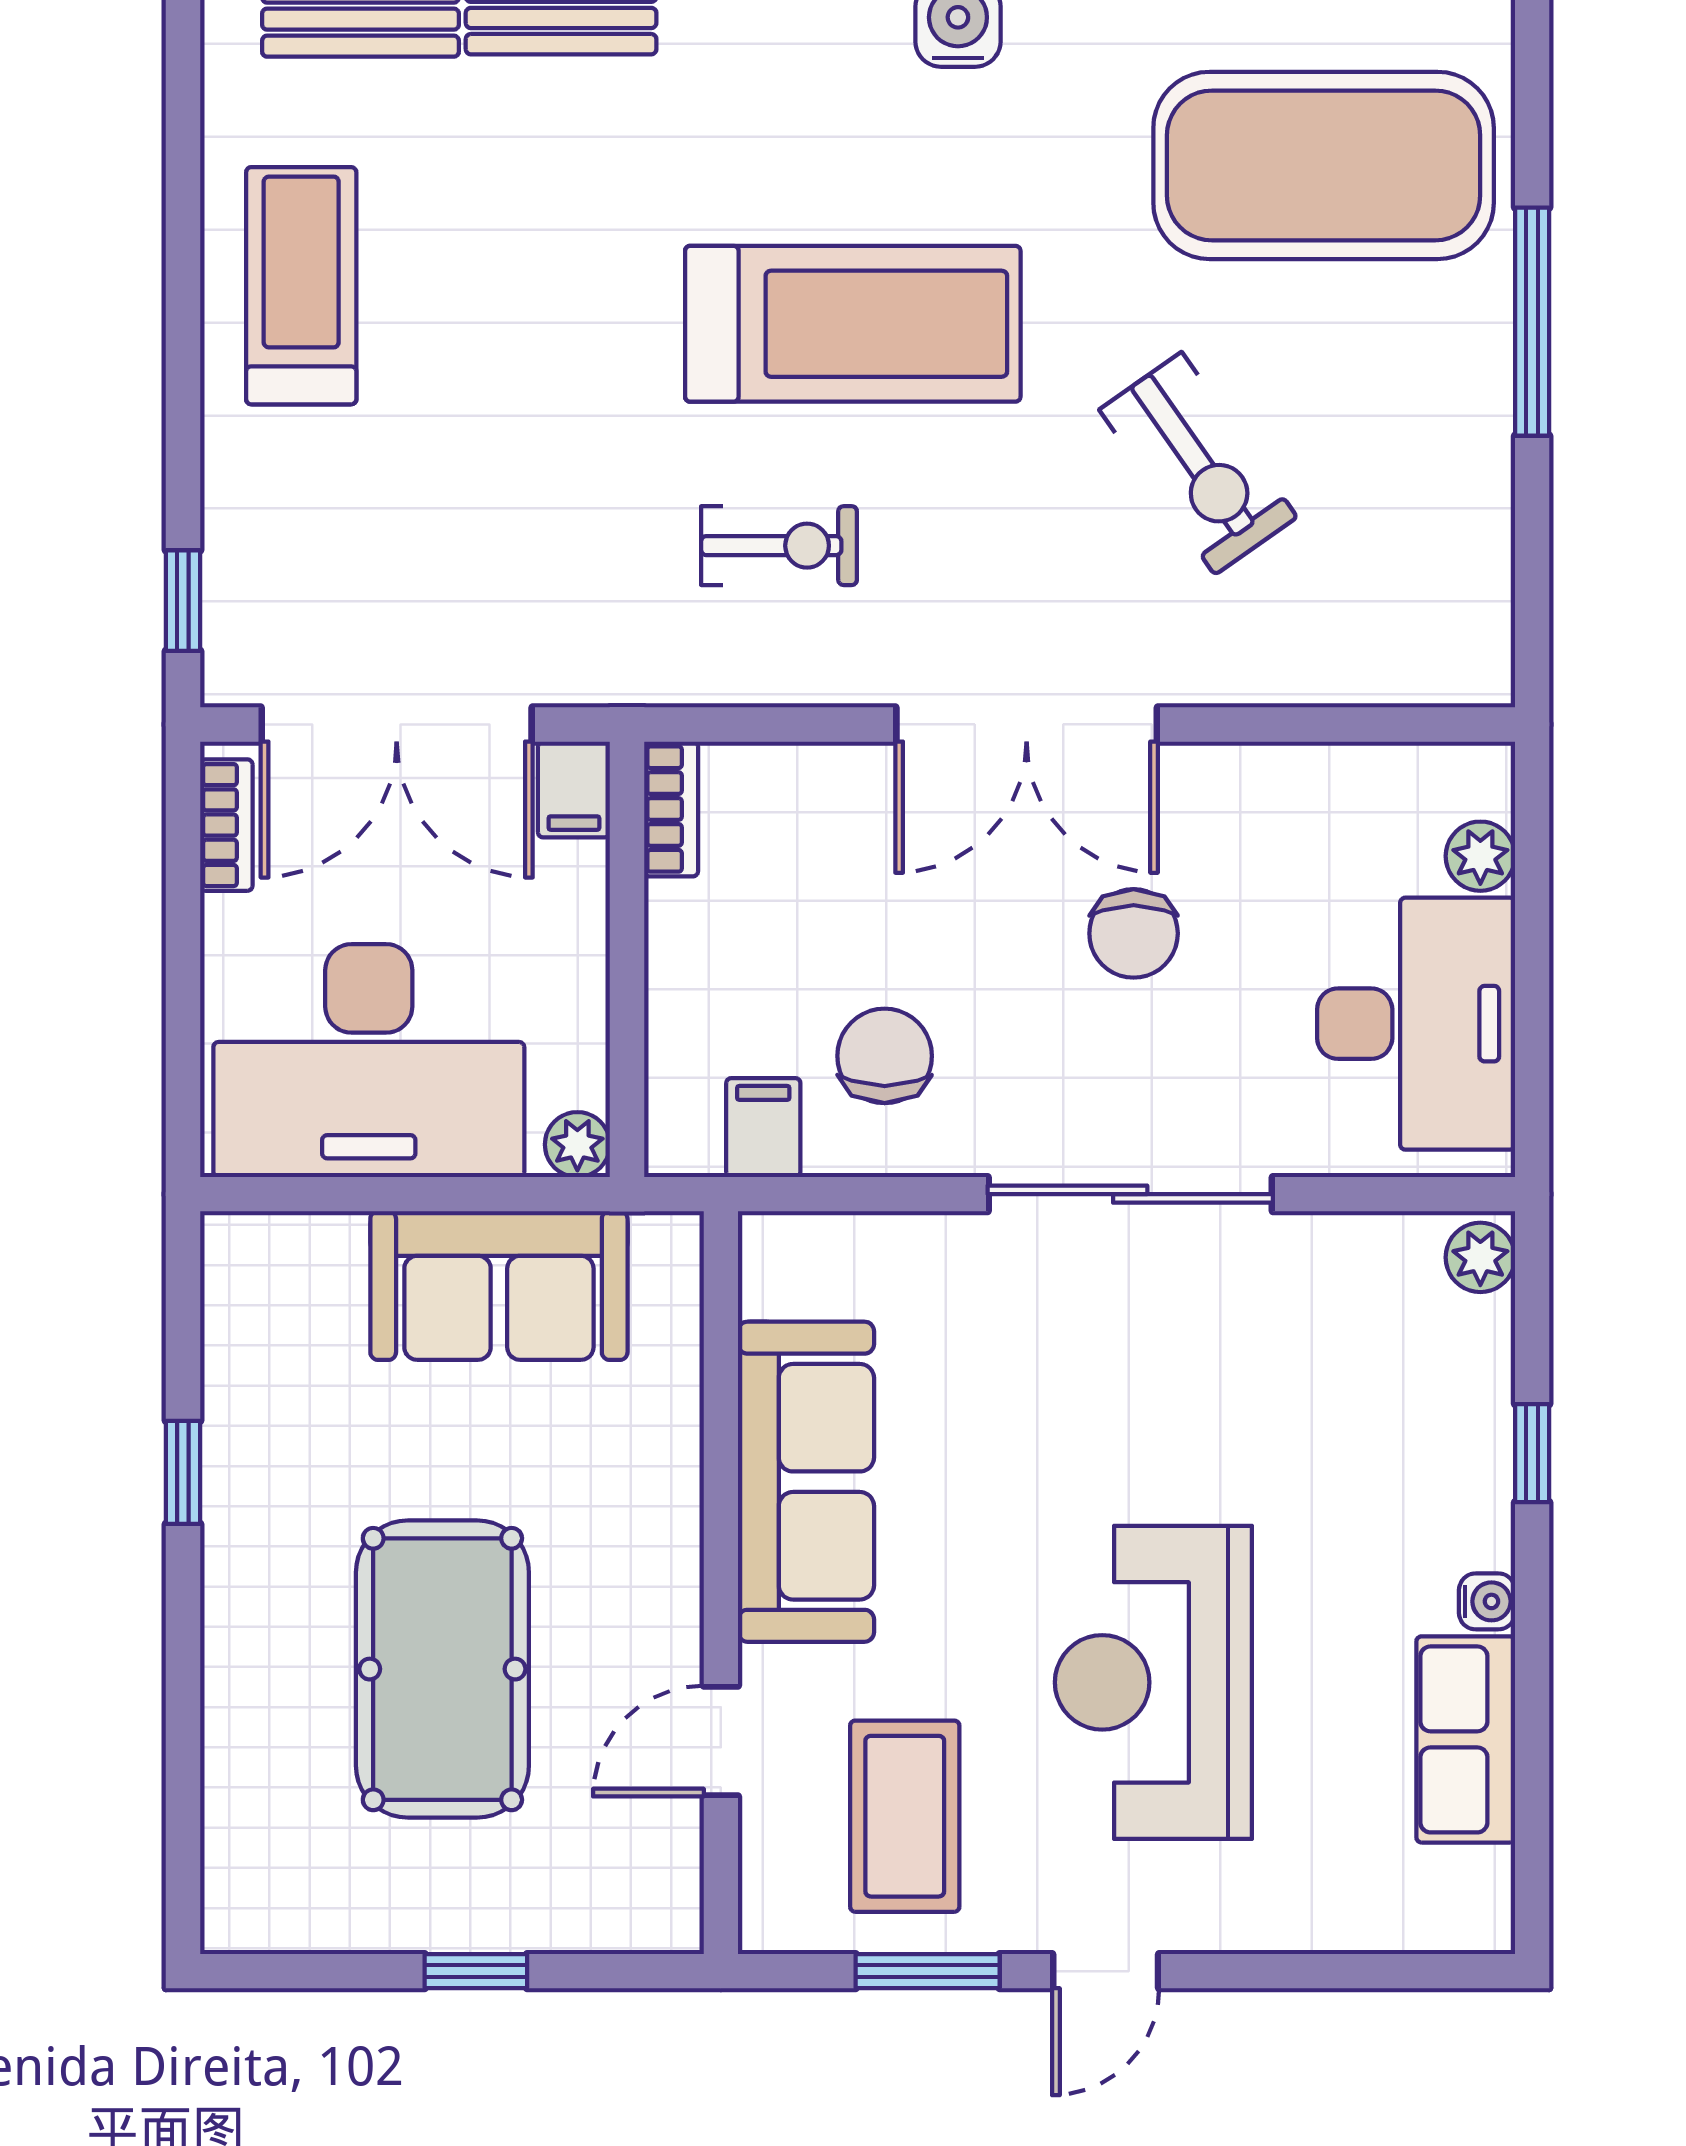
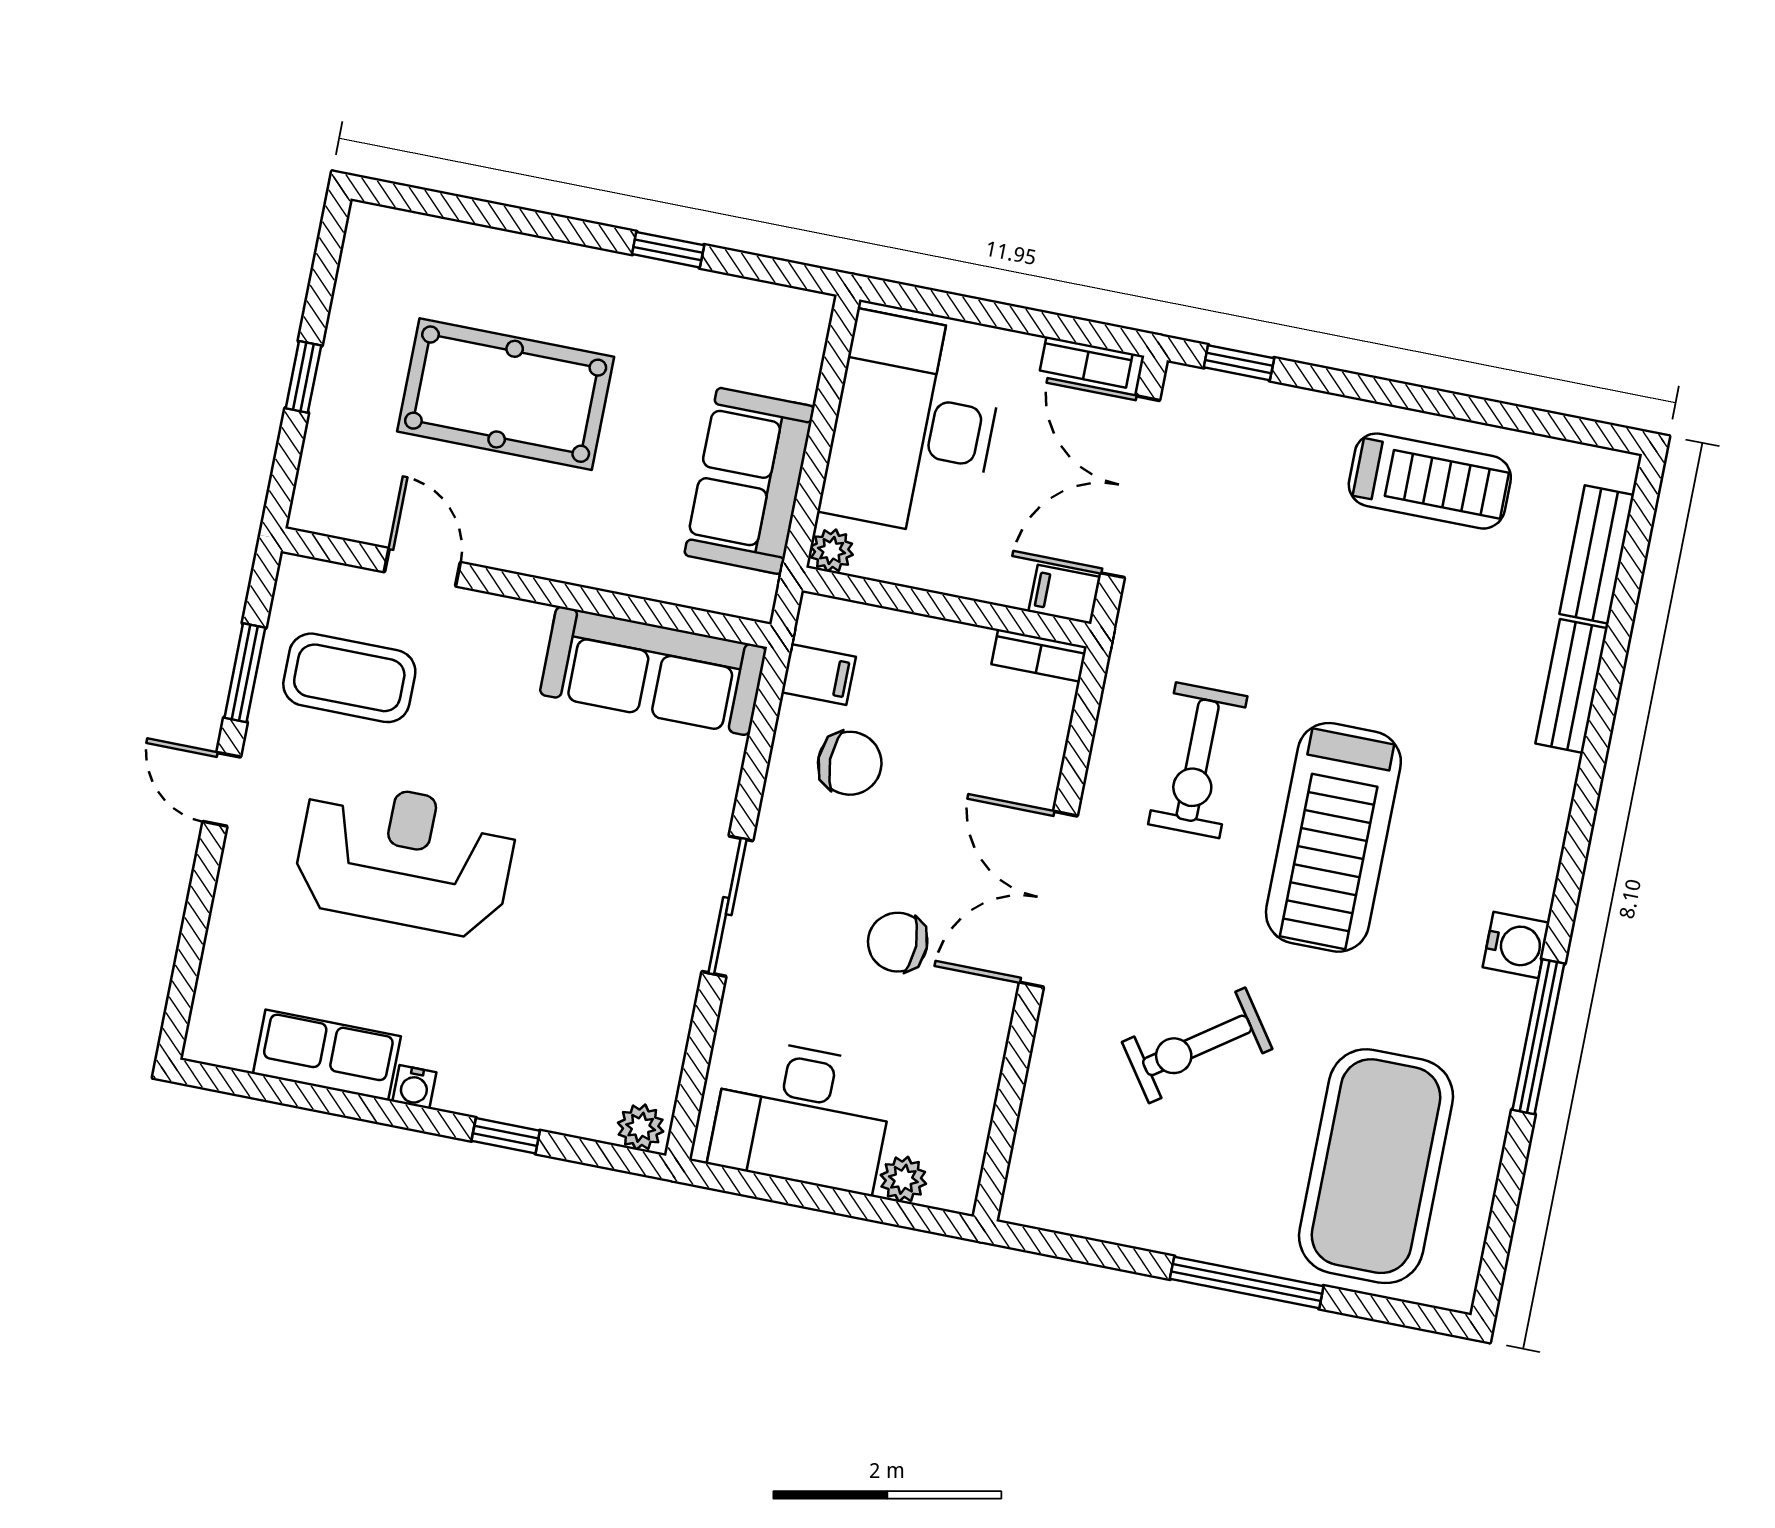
exercise bike: (779, 546) -> (1198, 760), width x1.38, depth x1.39
sliding door: (1130, 1194) -> (727, 906), width x0.73
sofa: (806, 1482) -> (653, 671), moved

